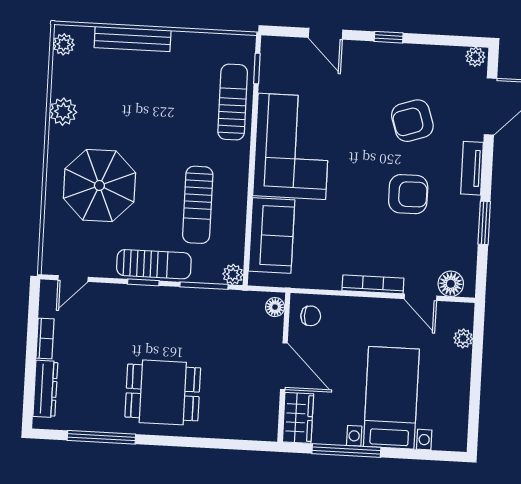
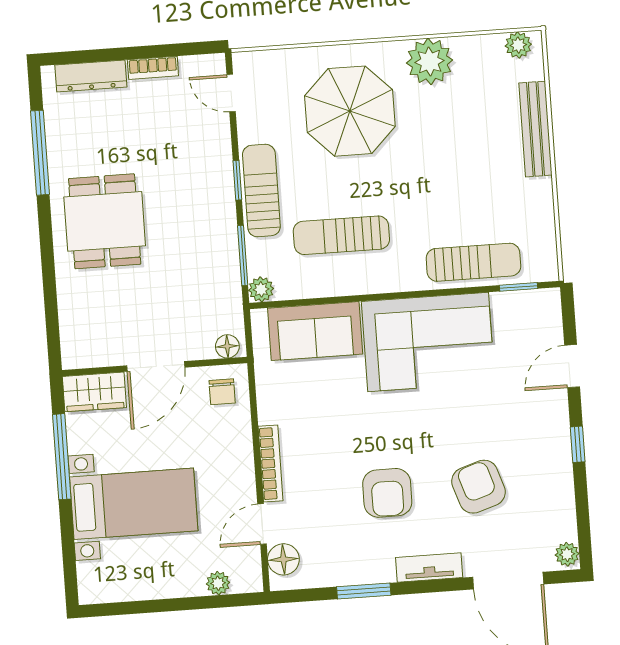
plant: (63, 112) -> (430, 61), width x1.36, depth x1.36
sun lounger: (154, 264) -> (261, 190), turned 180

